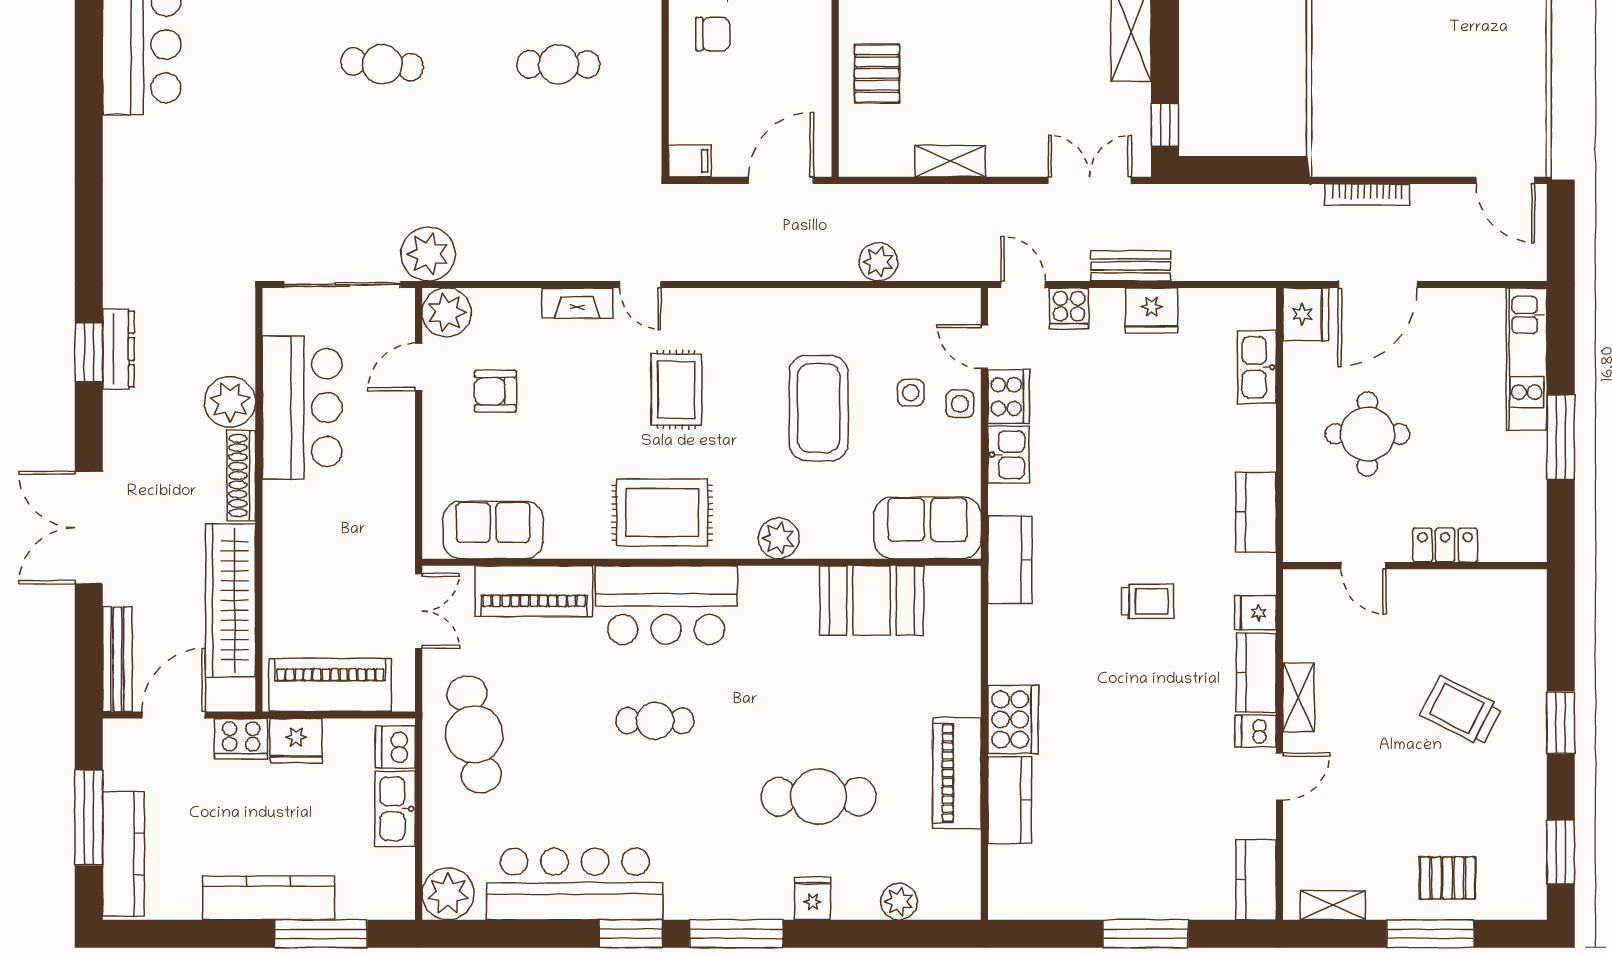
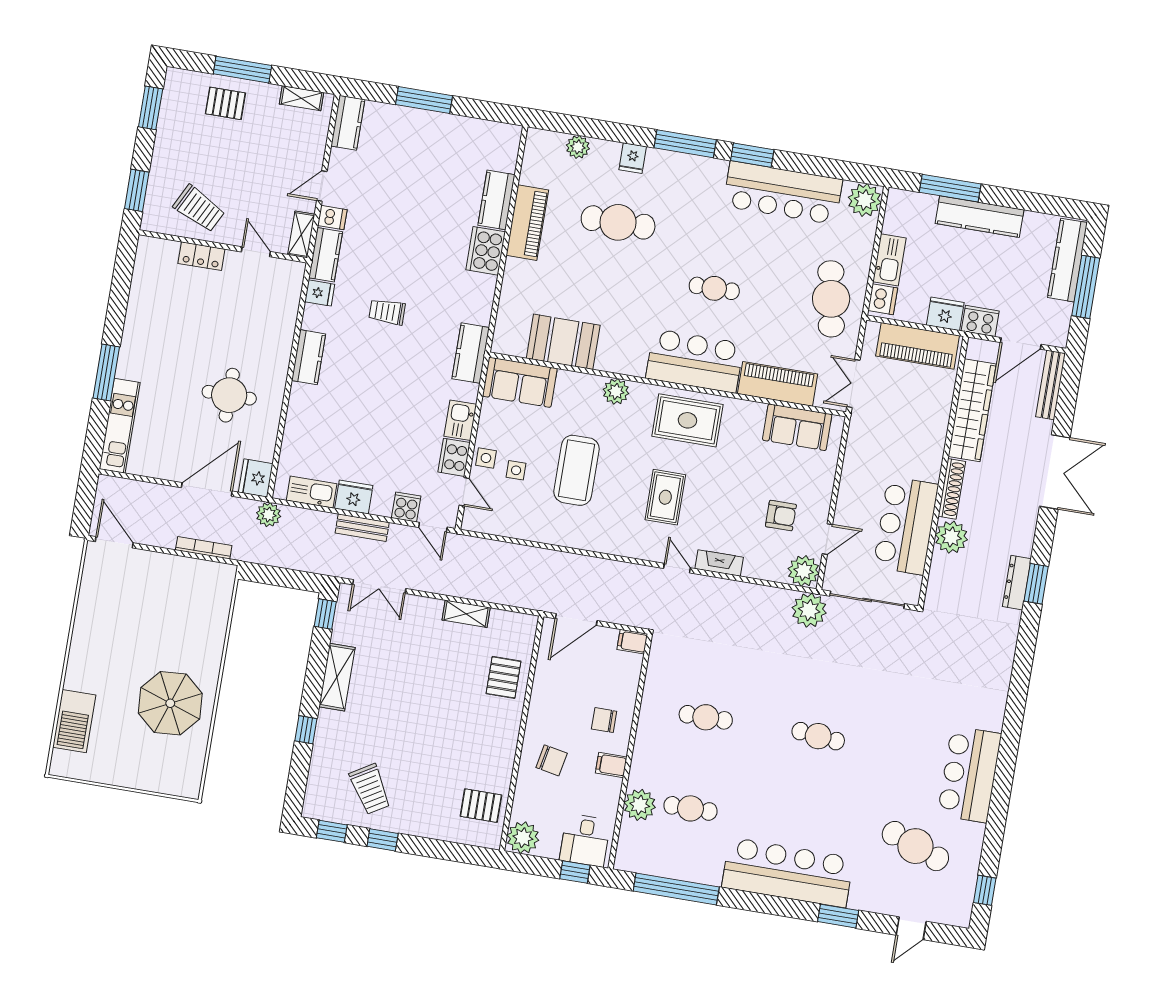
plant: (878, 262) -> (269, 515), moved
kitchen sink: (1257, 367) -> (312, 492), moved, turned -90
locker: (1445, 545) -> (201, 256), moved
door: (1363, 566) -> (256, 252), moved
wall: (1415, 566) -> (223, 246), moved

